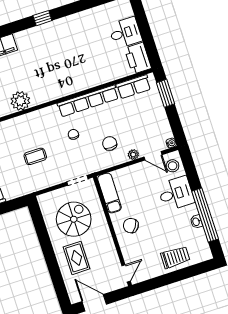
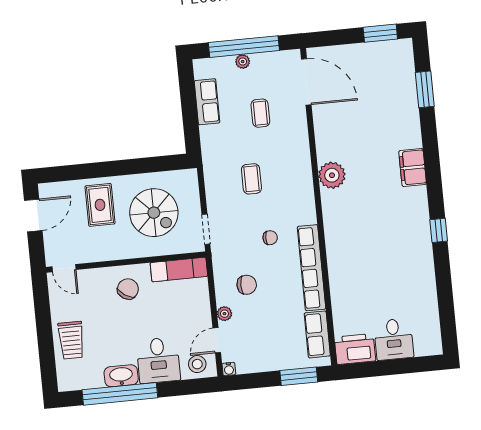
washbasin: (196, 222) -> (121, 376), width x1.91, depth x1.45
rug: (77, 258) -> (100, 205), turned 90

